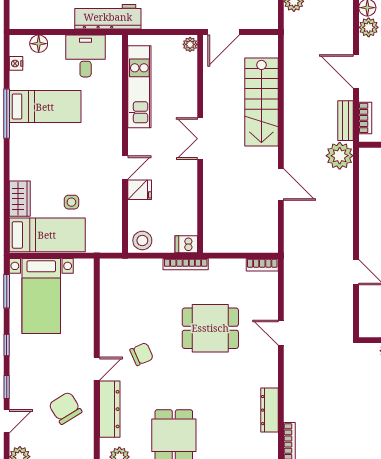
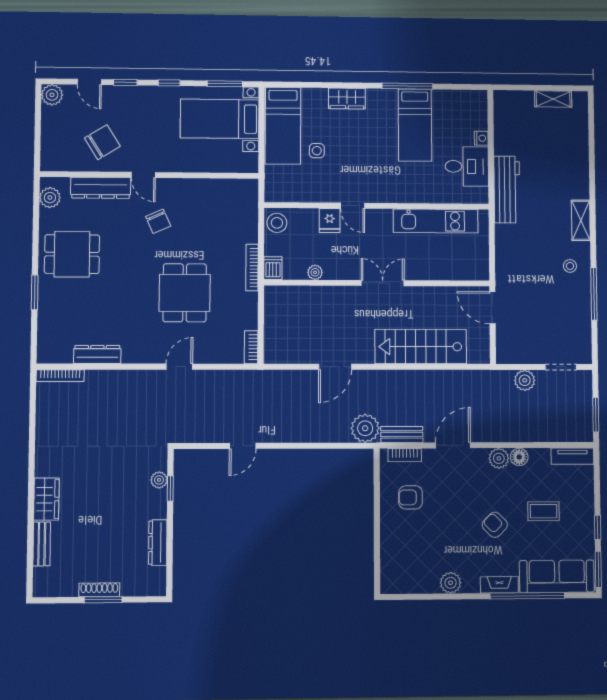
floor lamp: (39, 44) -> (479, 119), removed
plant: (190, 44) -> (315, 272), moved
nightstand: (16, 63) -> (481, 138), moved, turned 90
wardrobe: (20, 199) -> (347, 99), moved

